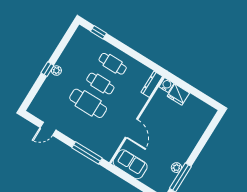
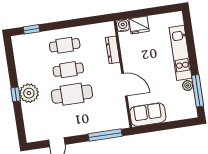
plant: (56, 71) -> (29, 93), width x1.87, depth x1.87
dresser: (152, 84) -> (113, 50), moved
kitchen unit: (191, 140) -> (180, 53), added

